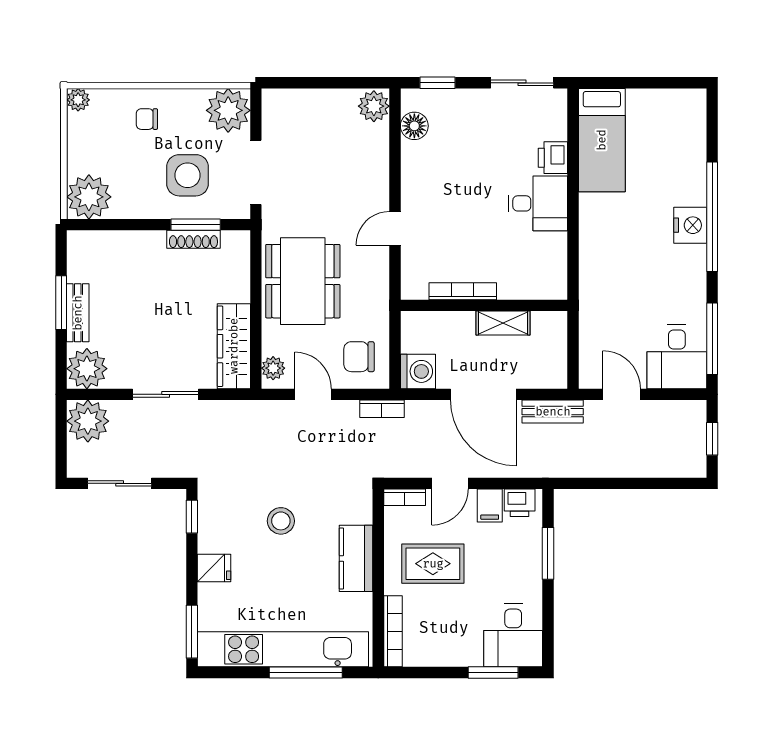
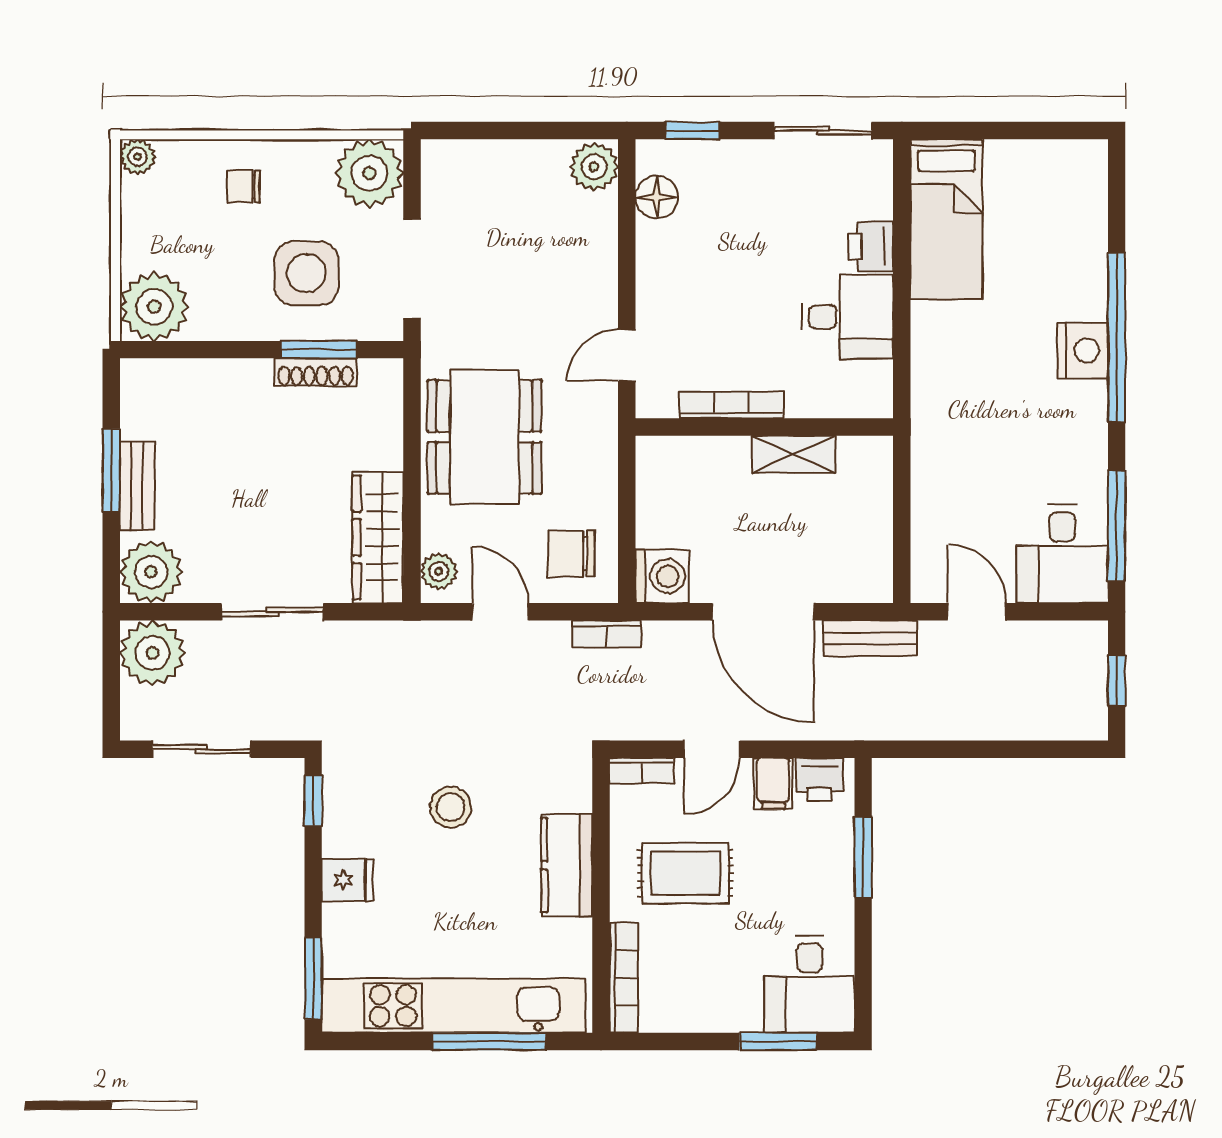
bookcase: (463, 291) -> (731, 405), moved
wall: (484, 305) -> (764, 427), moved
shelving: (503, 323) -> (794, 454), moved

